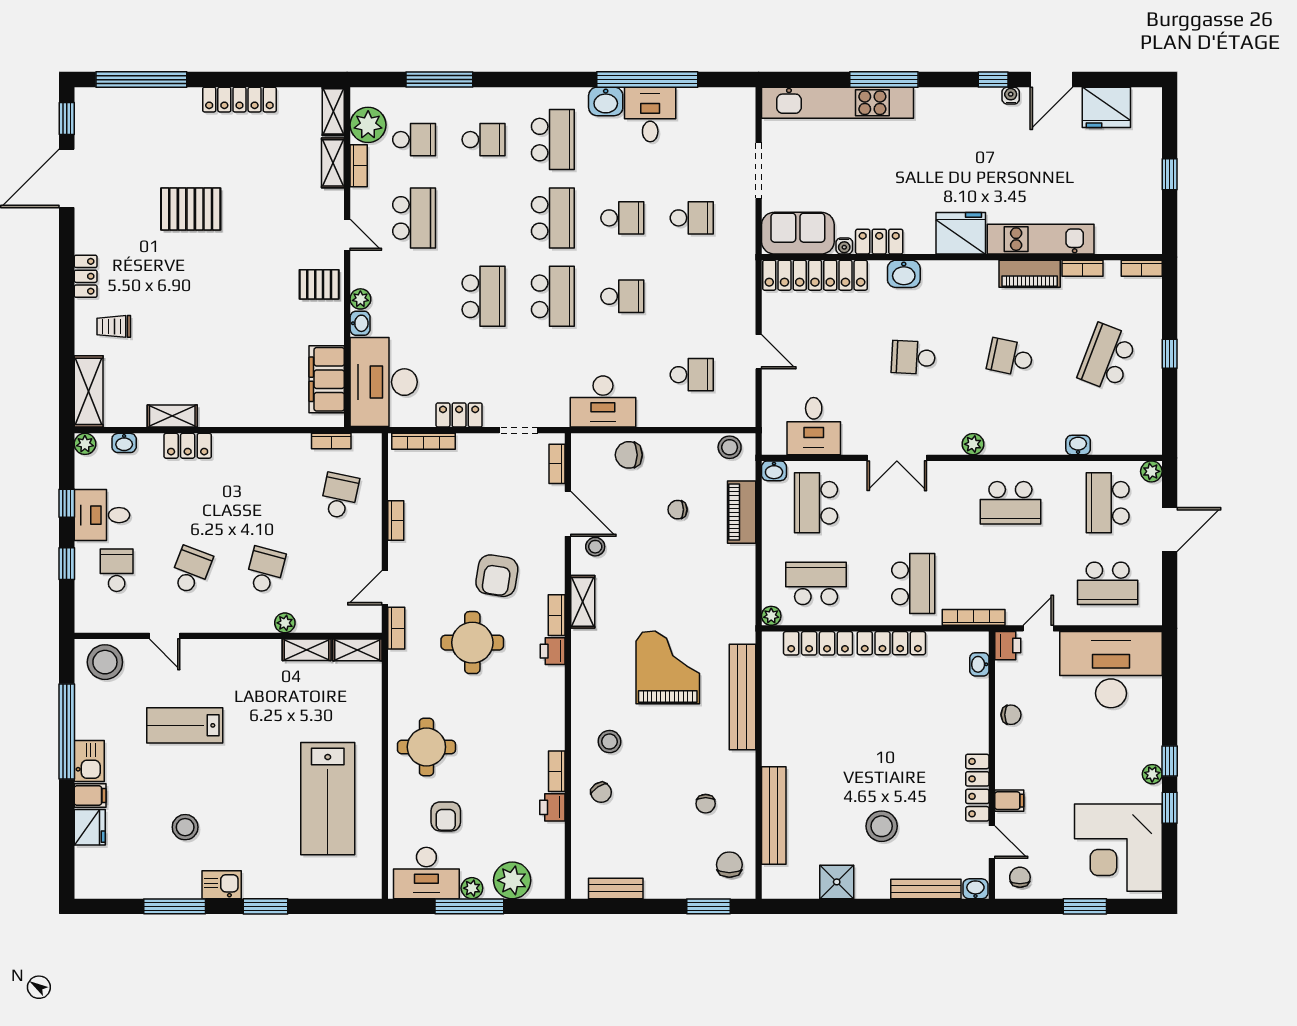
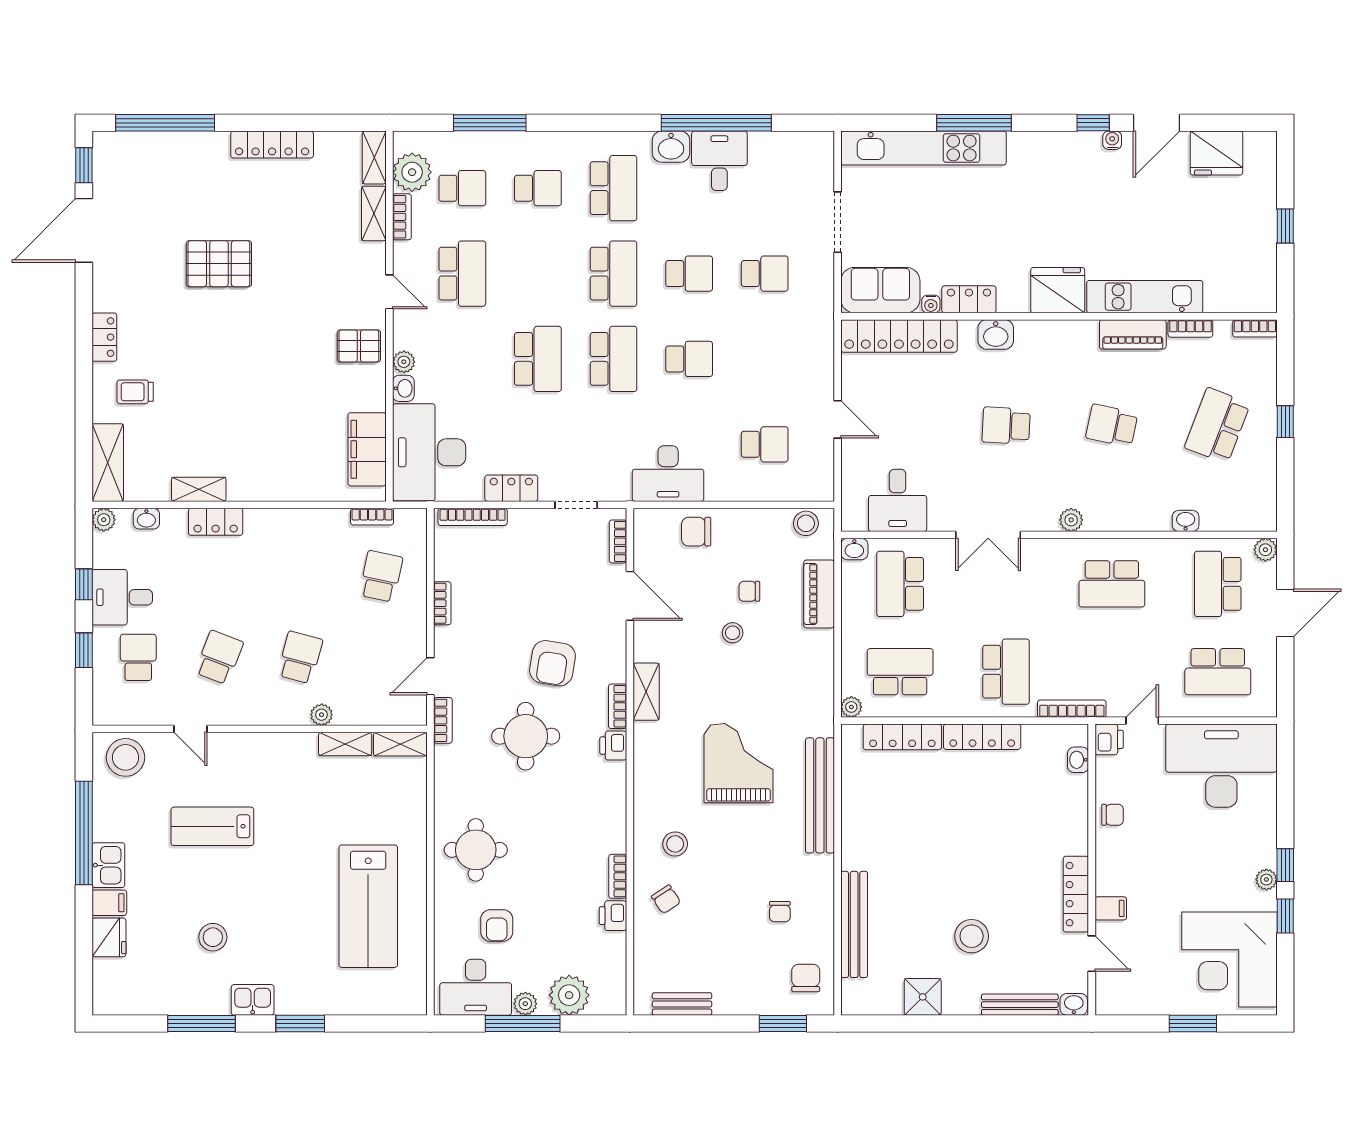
stool: (595, 547) -> (733, 633), moved
chair: (1020, 877) -> (1122, 992), removed

